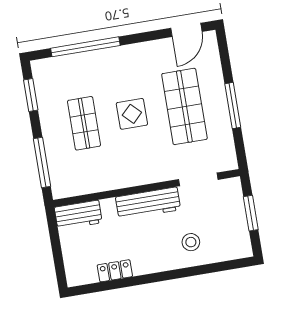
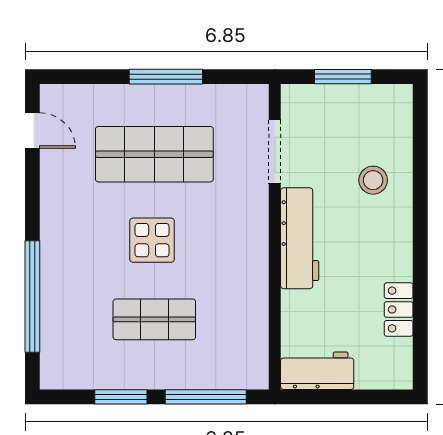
door: (186, 30) -> (32, 131), width x0.73
window: (31, 95) -> (121, 397), moved
workbench: (78, 215) -> (317, 371), moved, turned -90

